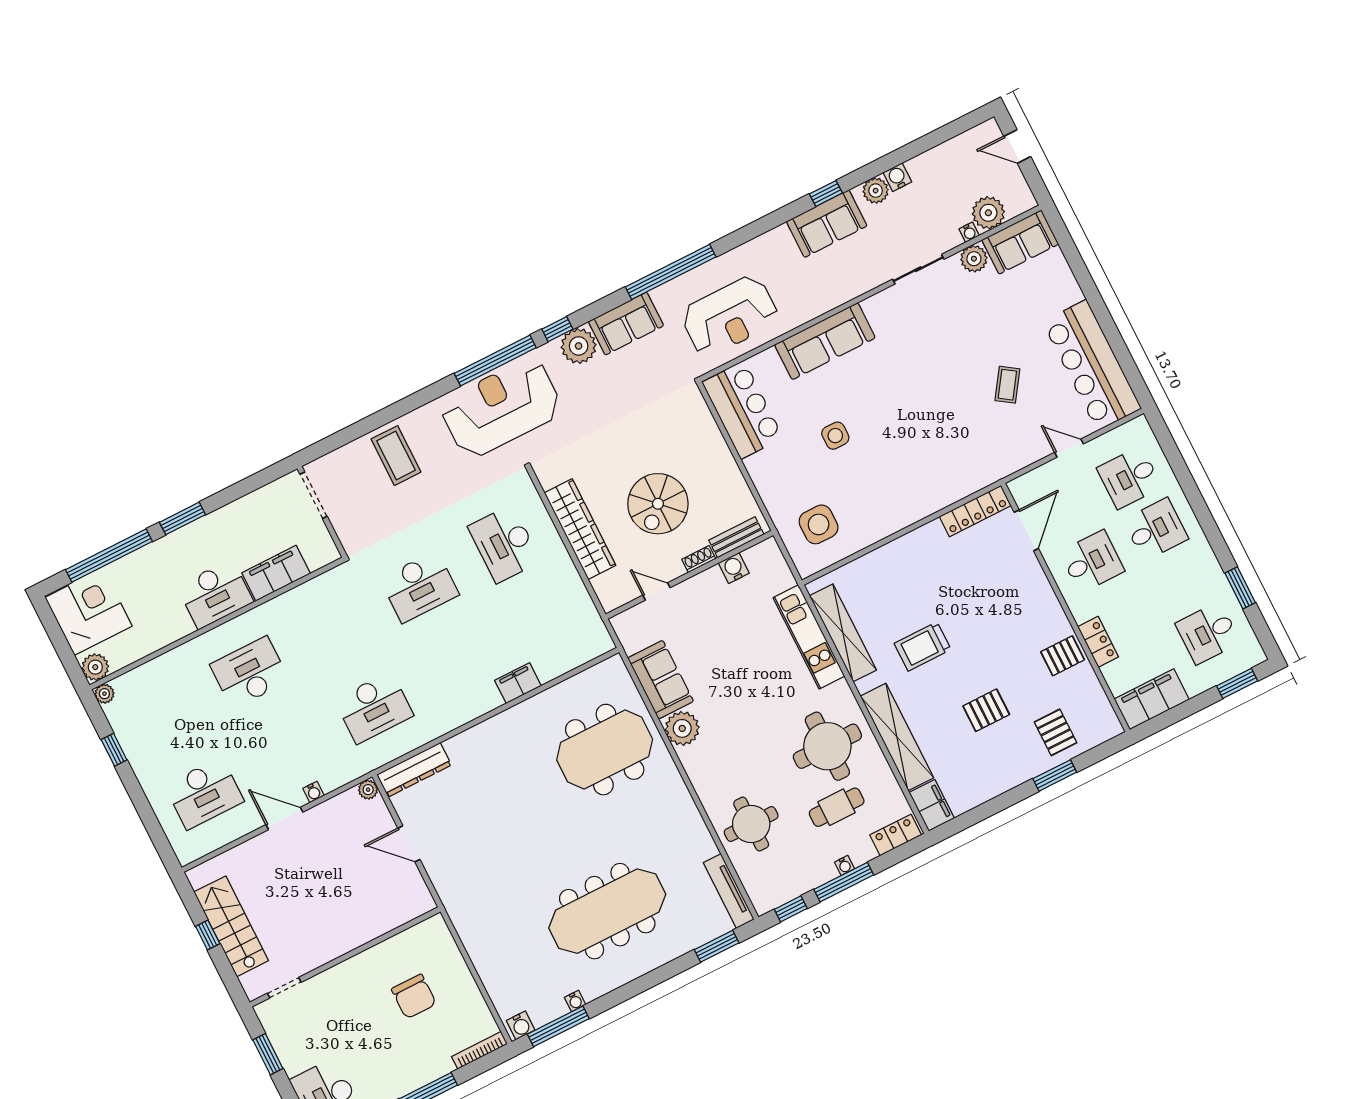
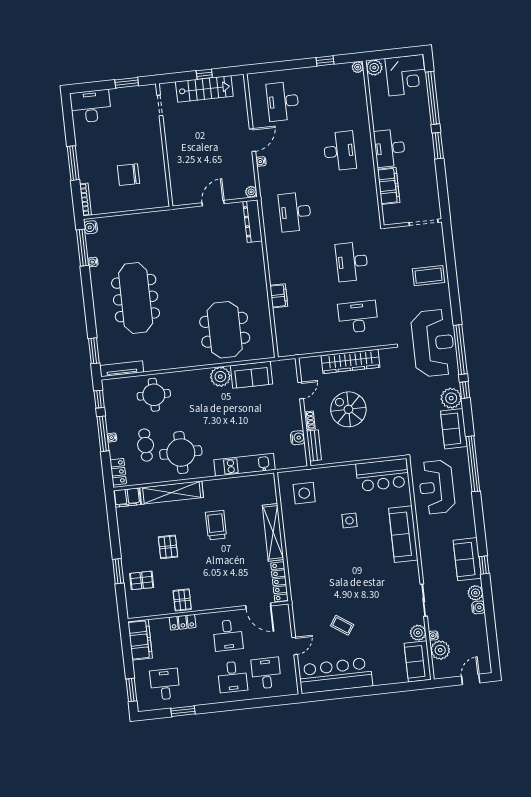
shelving: (843, 633) -> (273, 532), moved, turned 90

